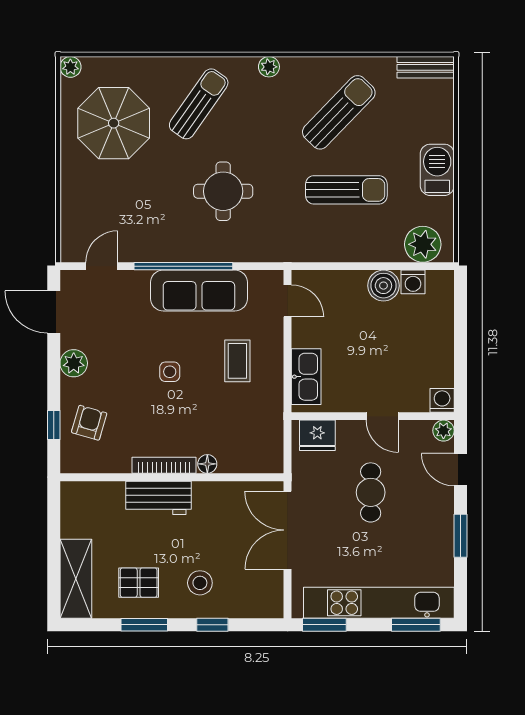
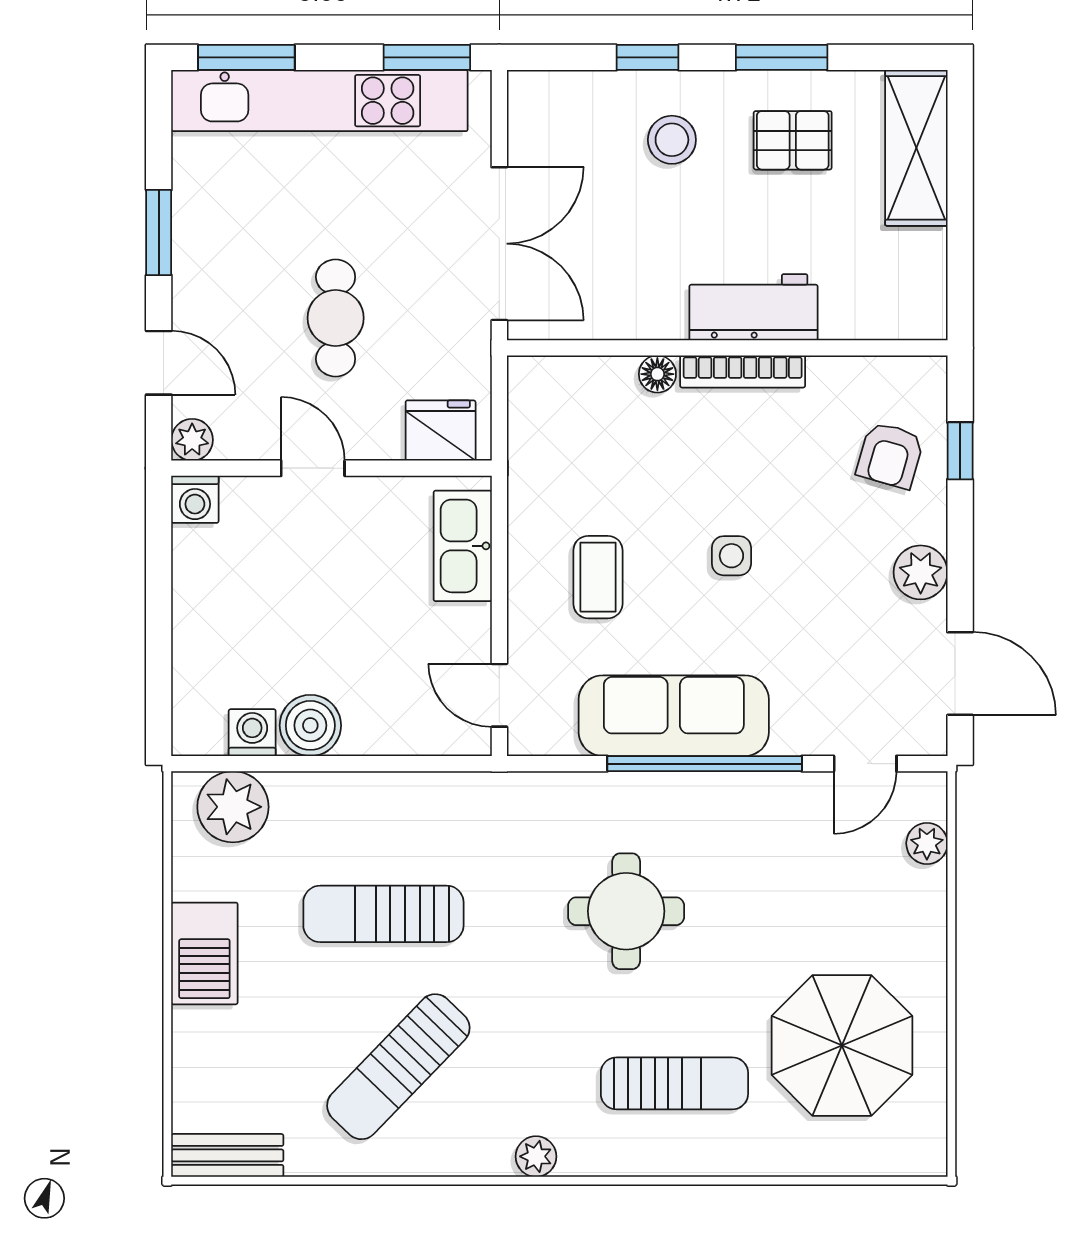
plant: (70, 67) -> (927, 843), moved
sun lounger: (199, 104) -> (674, 1083), turned -125

